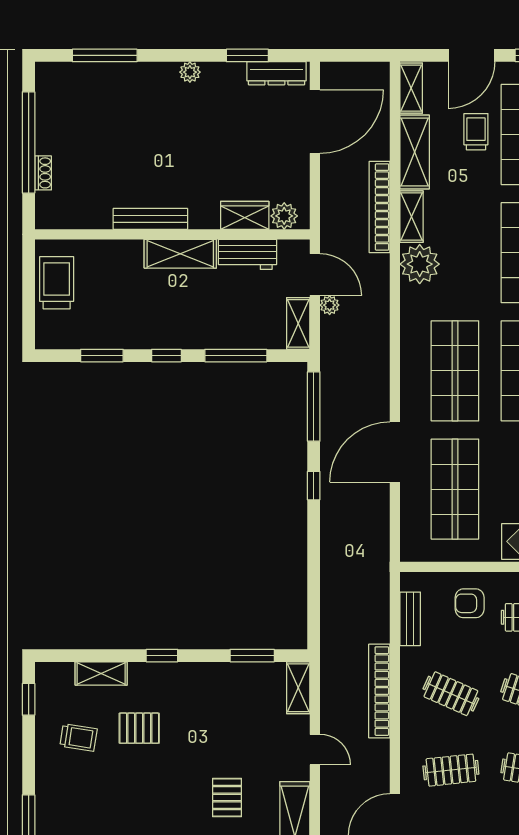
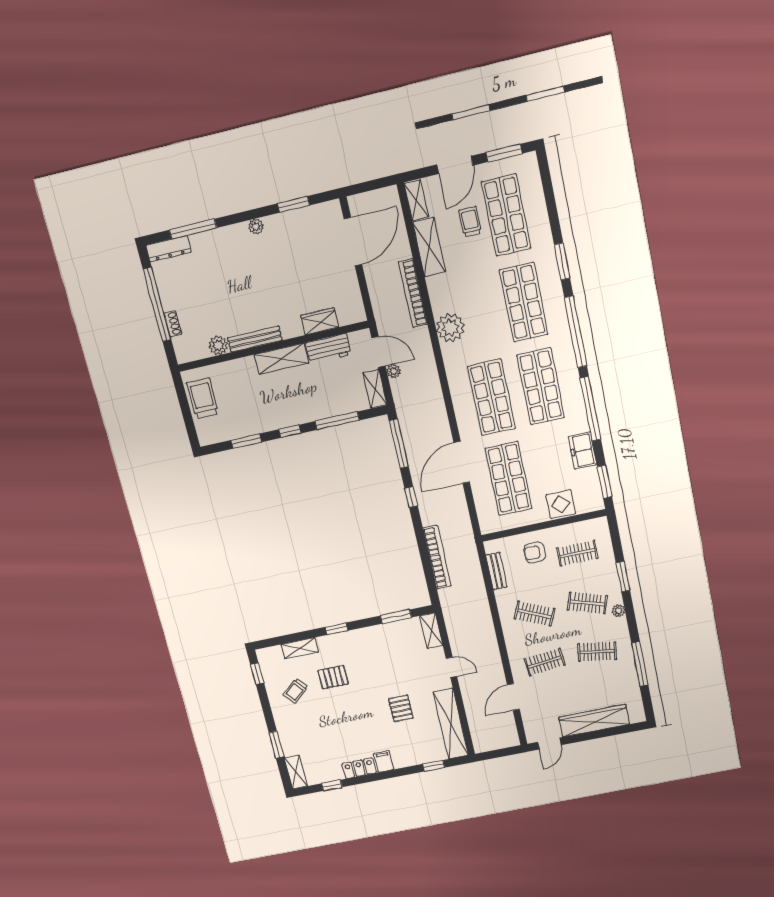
dresser: (276, 73) -> (168, 249), moved
plant: (284, 216) -> (218, 345), moved
shelving: (412, 217) -> (437, 295), removed
bookcase: (379, 691) -> (437, 557), moved, turned 180
trolley: (79, 737) -> (296, 691), turned 131

